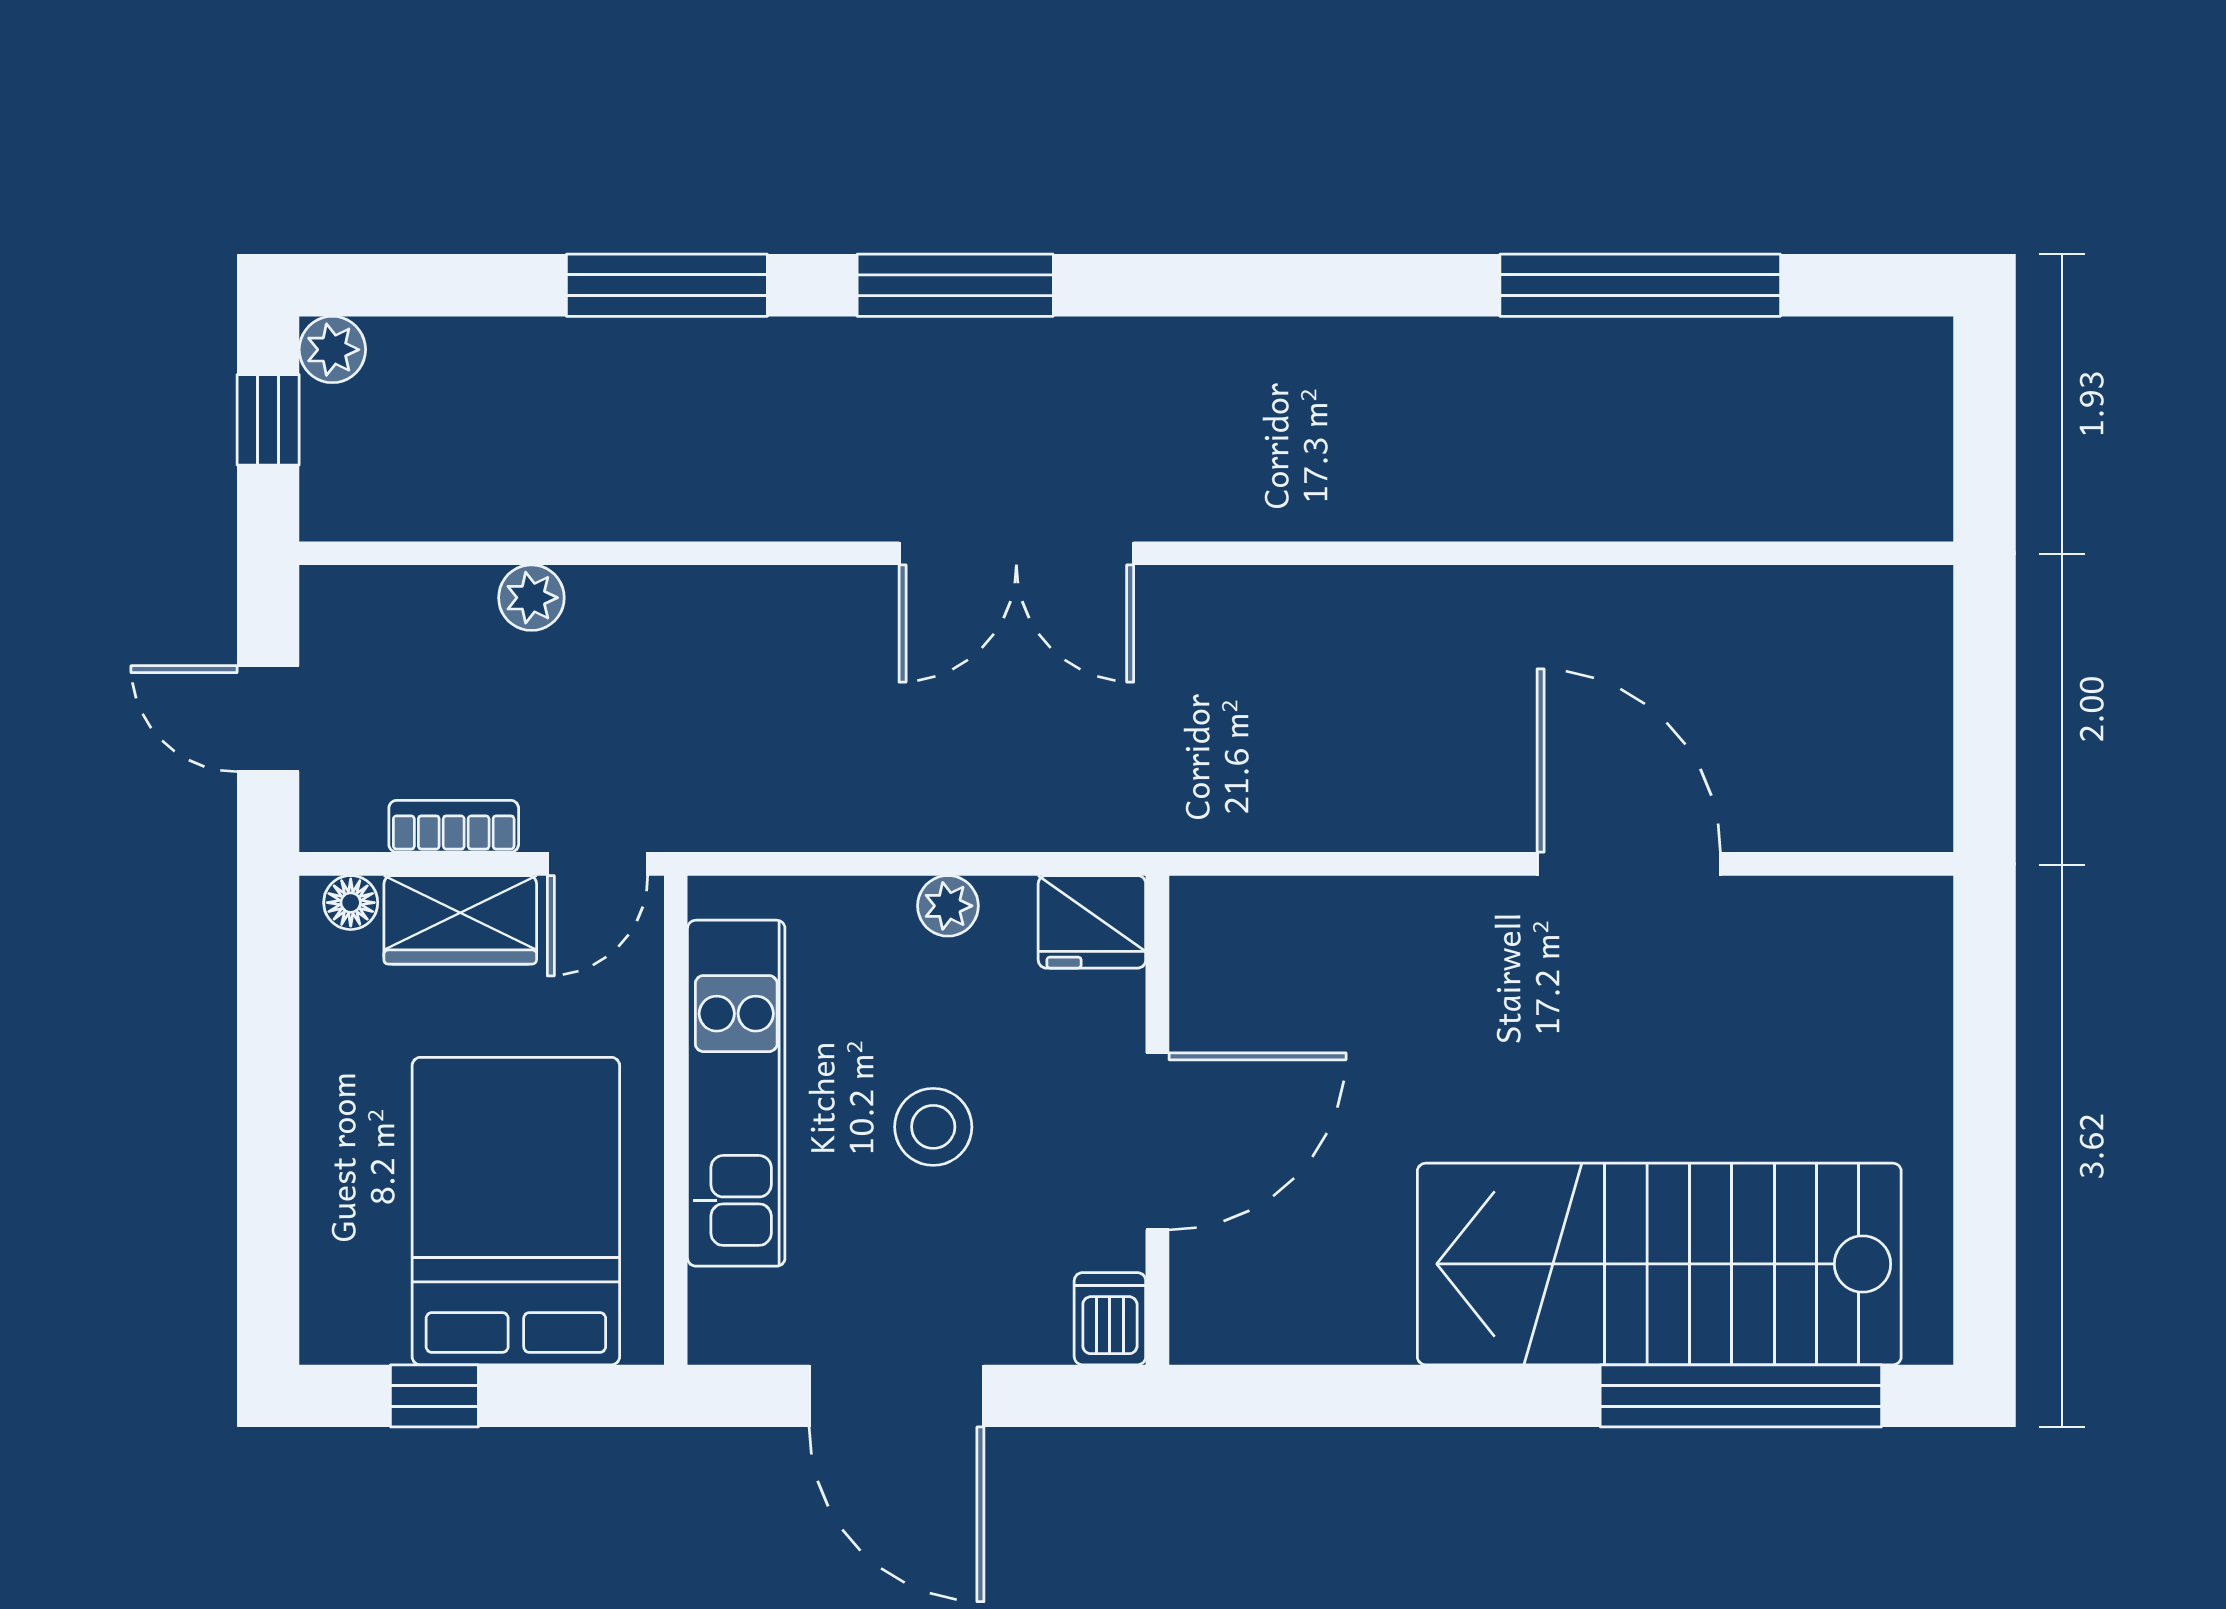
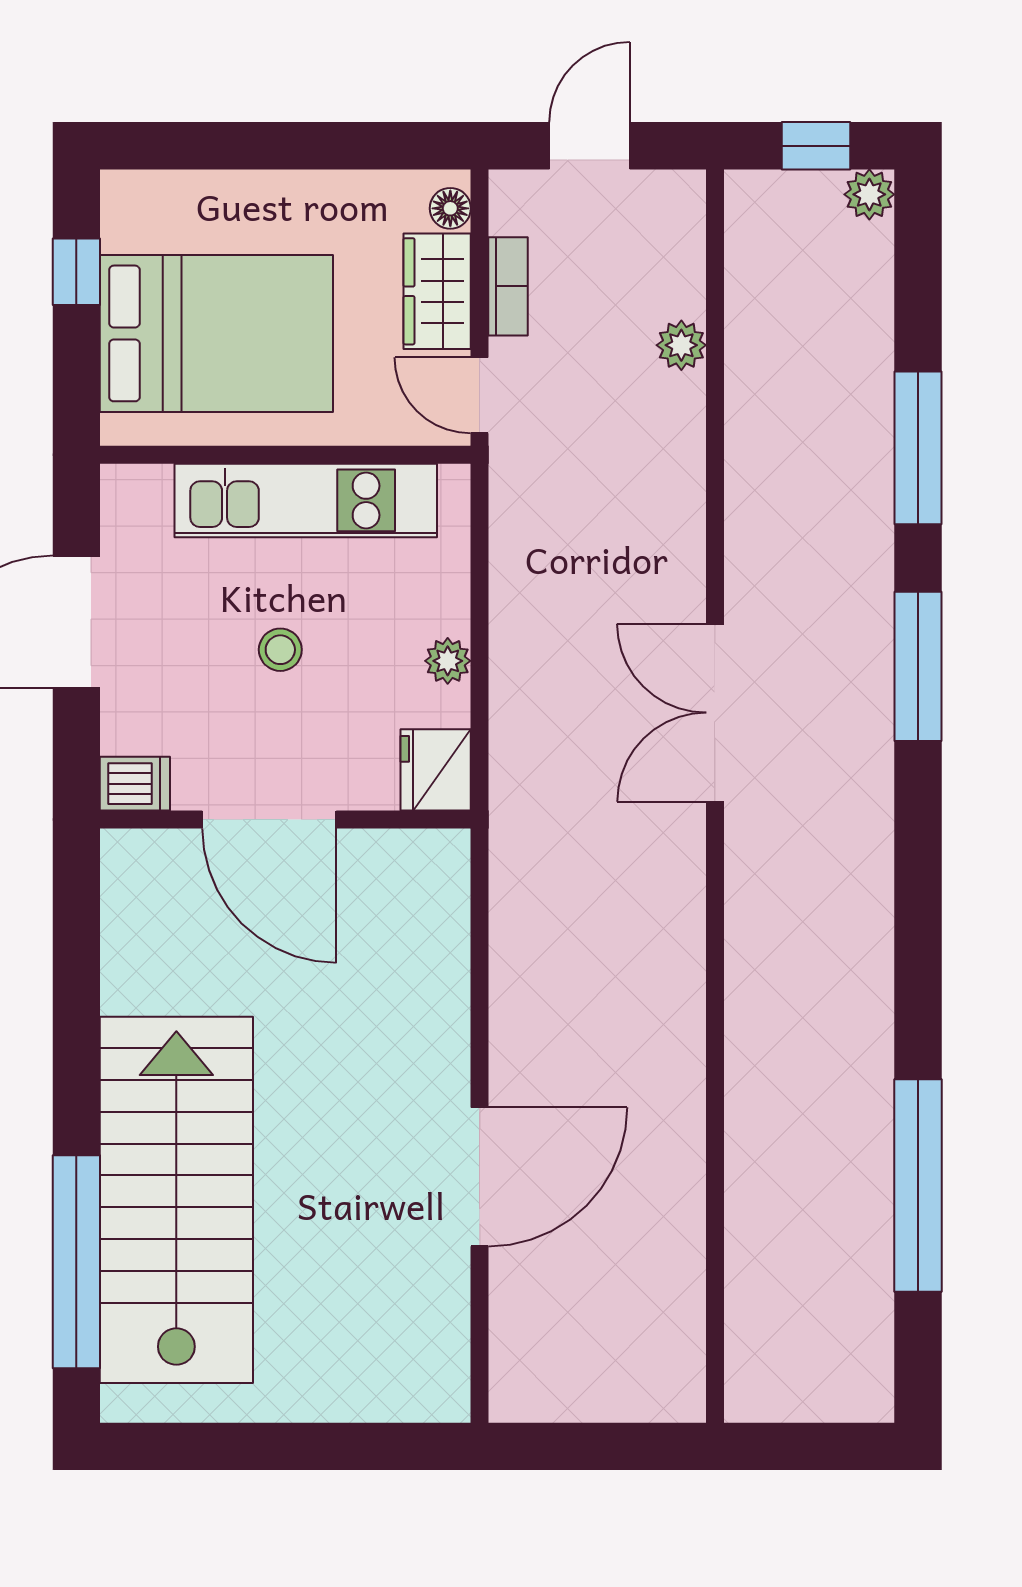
stool: (933, 1127) -> (280, 650), width x0.73, depth x0.73

